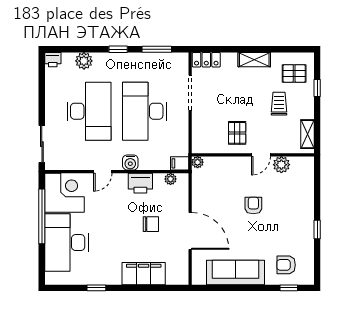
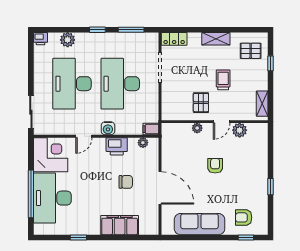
trolley: (279, 104) -> (223, 80), moved
desk: (89, 111) -> (72, 84), turned 180
plant: (198, 162) -> (197, 128), moved
window: (42, 216) -> (31, 194), moved

